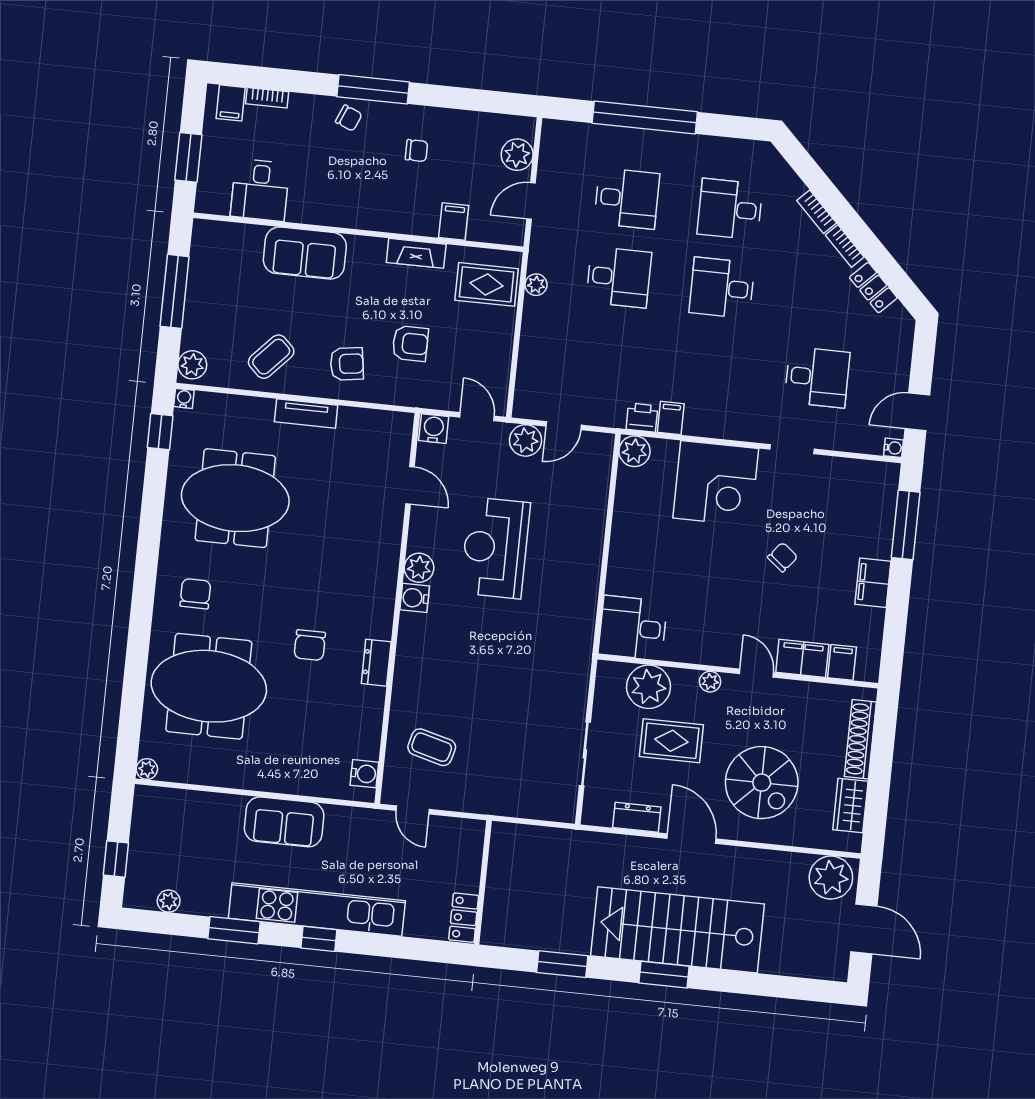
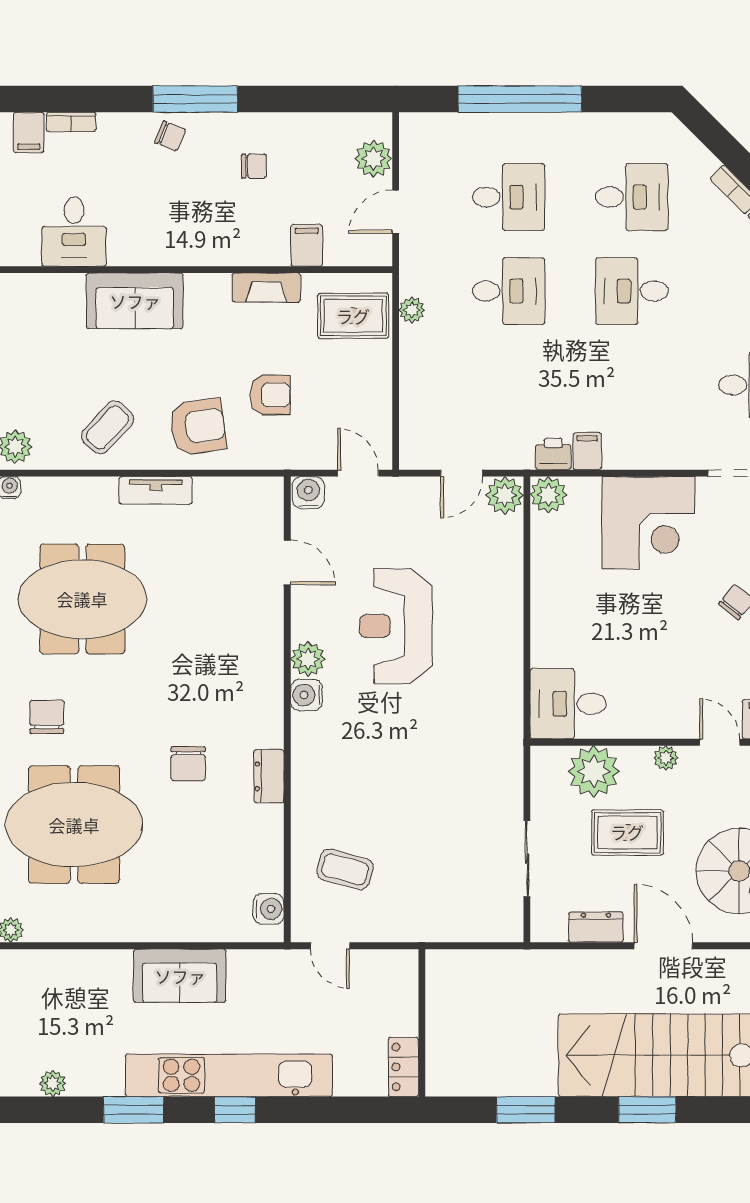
desk: (730, 209) -> (632, 197), turned 180
armchair: (347, 364) -> (198, 427), width x1.38, depth x1.38
plant: (526, 440) -> (505, 495), moved

